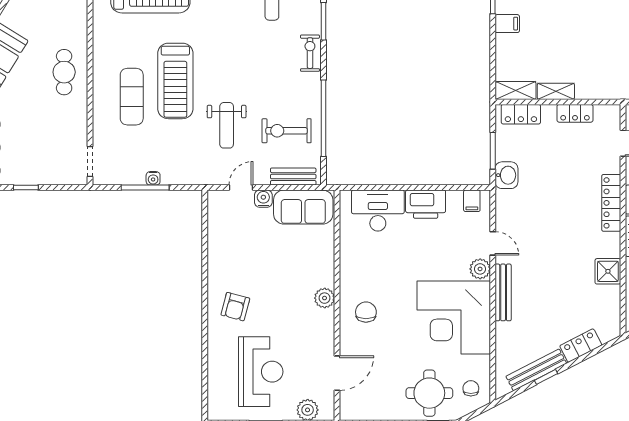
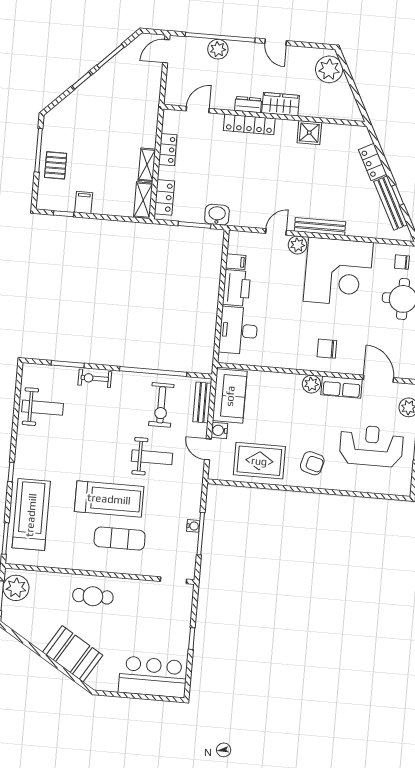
filing cabinet: (472, 201) -> (236, 262), moved
rug: (233, 247) -> (259, 461), added
row of seats: (324, 332) -> (342, 387), added

